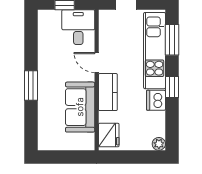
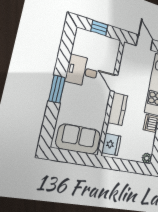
desk: (78, 27) -> (82, 71), moved, turned -90
sofa: (80, 107) -> (78, 139), moved, turned 90

